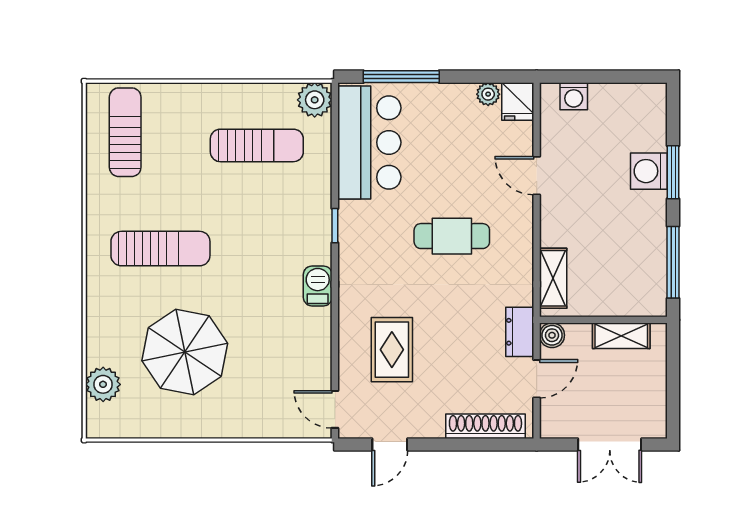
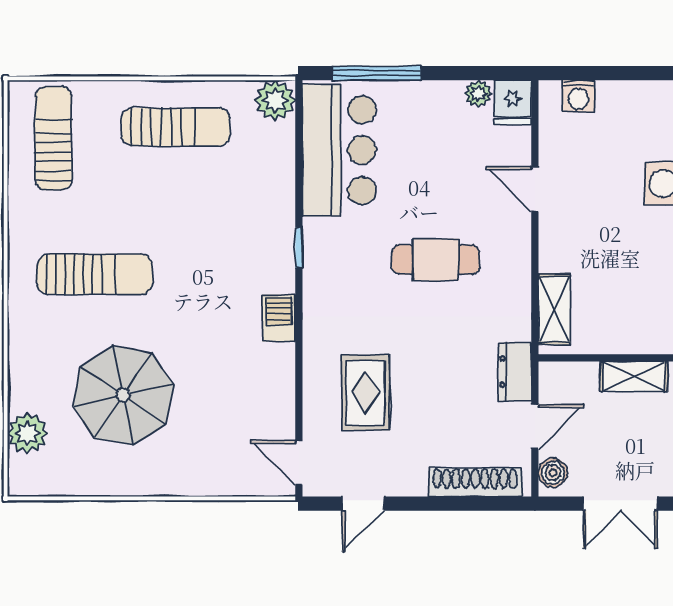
sun lounger: (257, 145) -> (176, 127), moved
boiler: (552, 335) -> (553, 473), moved

